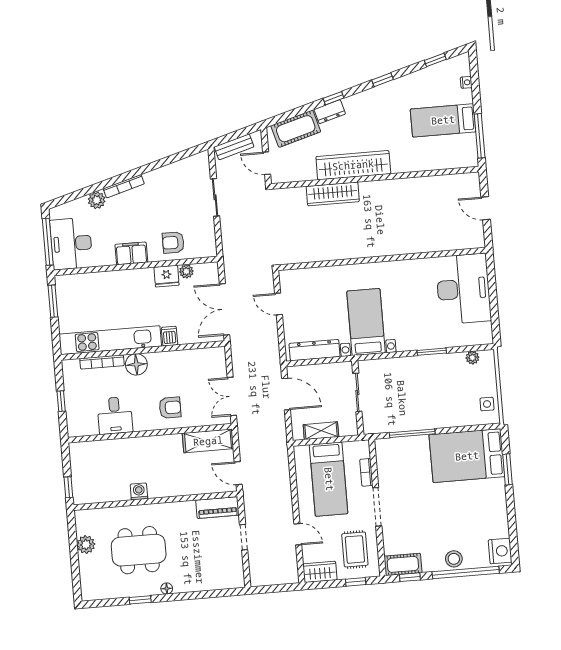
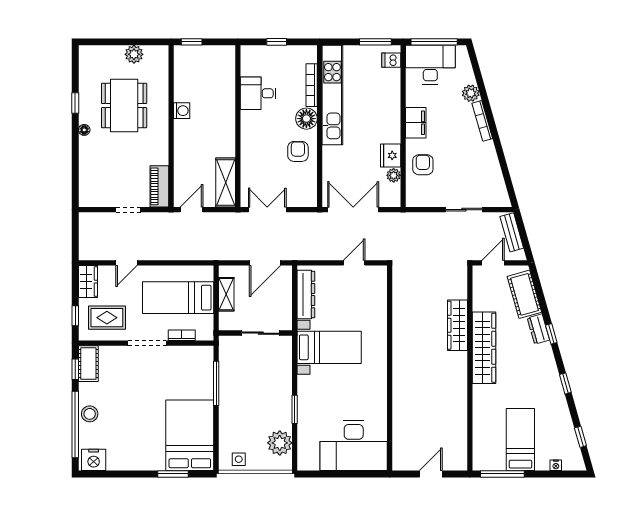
dishwasher: (170, 336) -> (391, 60), moved, turned 180
plant: (472, 358) -> (280, 443), width x1.87, depth x1.87
armchair: (170, 408) -> (298, 151), moved, turned 180

